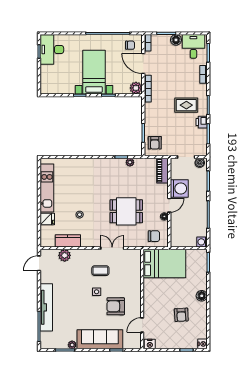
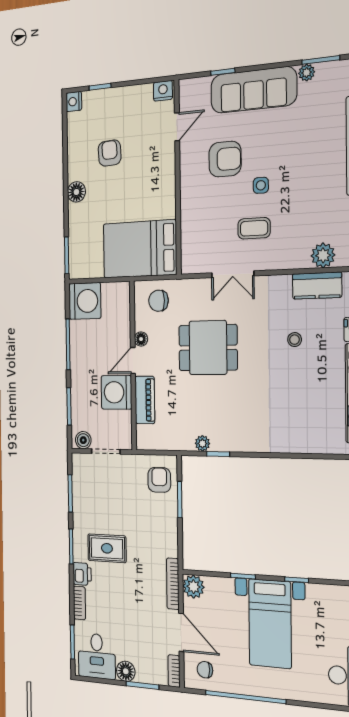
printer: (202, 122) -> (82, 574), moved
piano: (163, 171) -> (145, 400), moved
washing machine: (202, 242) -> (85, 301), width x1.89, depth x1.89

